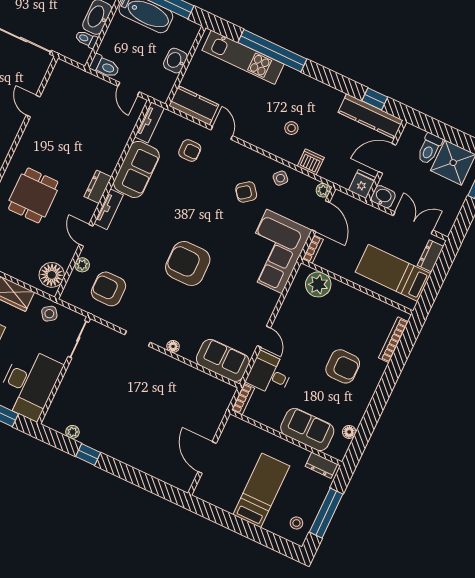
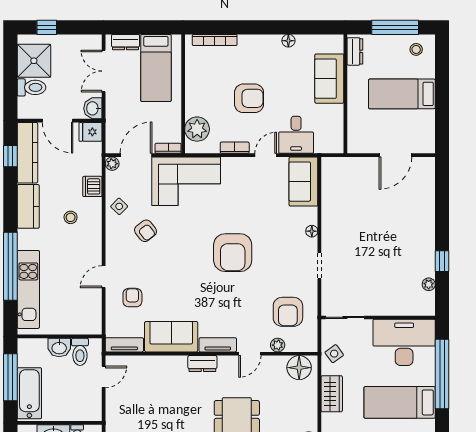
toilet: (105, 66) -> (80, 352), moved, turned 180
kitchen counter: (194, 105) -> (28, 206), moved, turned 180
armchair: (343, 366) -> (249, 98), moved, turned 90
bookcase: (243, 399) -> (235, 148), moved
floor lamp: (349, 432) -> (288, 41), moved

